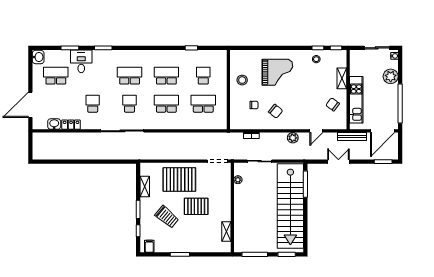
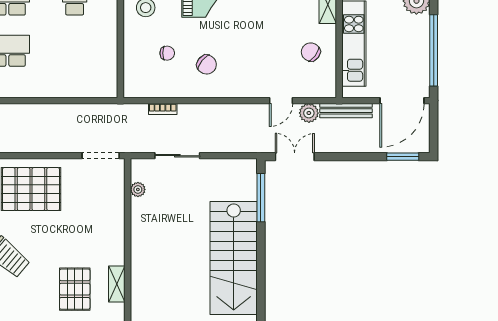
school desk: (203, 104) -> (75, 51), removed
plant: (293, 138) -> (309, 113), moved
double door: (338, 162) -> (295, 157), moved
pallet: (196, 206) -> (75, 289), moved, turned 90
stairs: (290, 206) -> (234, 258), width x0.73

